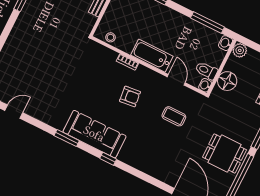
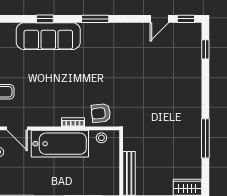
bathtub: (152, 56) -> (60, 144), width x1.36, depth x1.36
armchair: (130, 96) -> (101, 113), moved
sofa: (94, 134) -> (48, 36), moved

